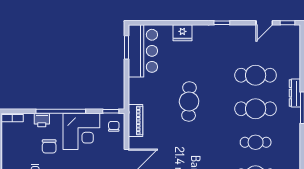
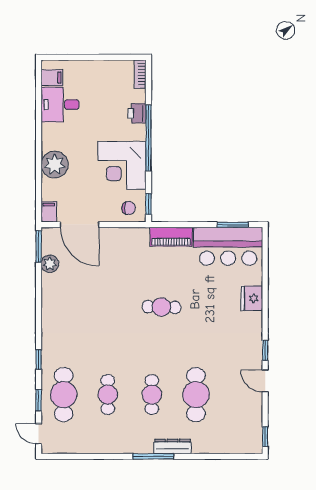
door: (264, 23) -> (265, 381), moved
cafe table: (189, 102) -> (161, 307), width x0.73, depth x0.74
cafe table: (256, 109) -> (152, 395), width x0.73, depth x0.74
piano: (136, 121) -> (171, 237), moved
chair: (49, 146) -> (102, 123), removed

